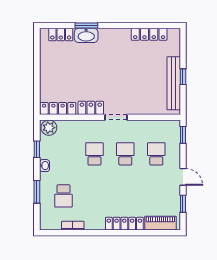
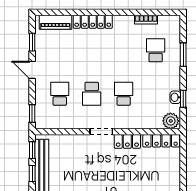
window: (183, 99) -> (32, 150), added
school desk: (94, 154) -> (124, 94), turned 180
school desk: (156, 154) -> (60, 94), turned 180
washbasin: (44, 166) -> (175, 97), moved

